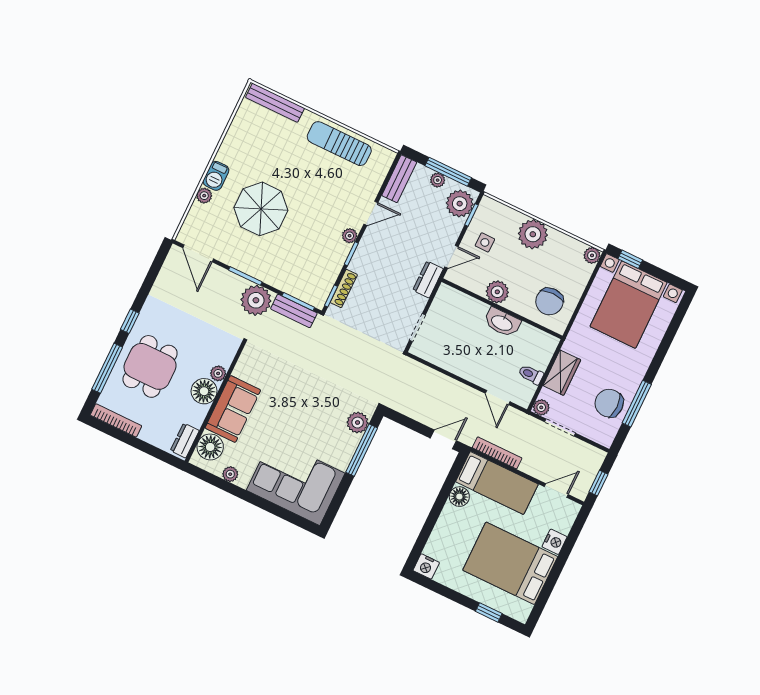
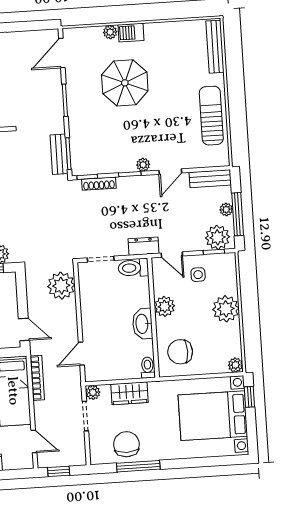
door: (371, 213) -> (170, 172), hinge flipped
plant: (256, 300) -> (61, 286), moved
toilet: (443, 301) -> (133, 268), added
toilet: (531, 374) -> (148, 368), moved

